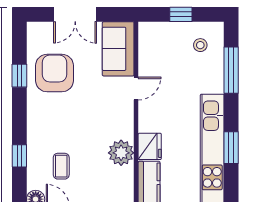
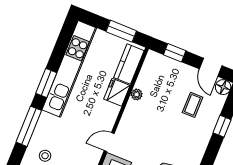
window: (231, 148) -> (46, 83), moved
plant: (121, 153) -> (137, 94), width x0.53, depth x0.53

